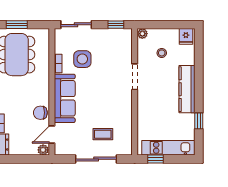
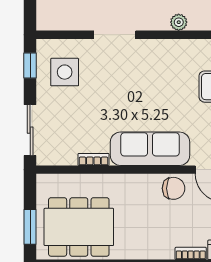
plant: (142, 34) -> (179, 22), moved
side table: (82, 59) -> (65, 72), moved
chair: (40, 113) -> (174, 188), turned -90

